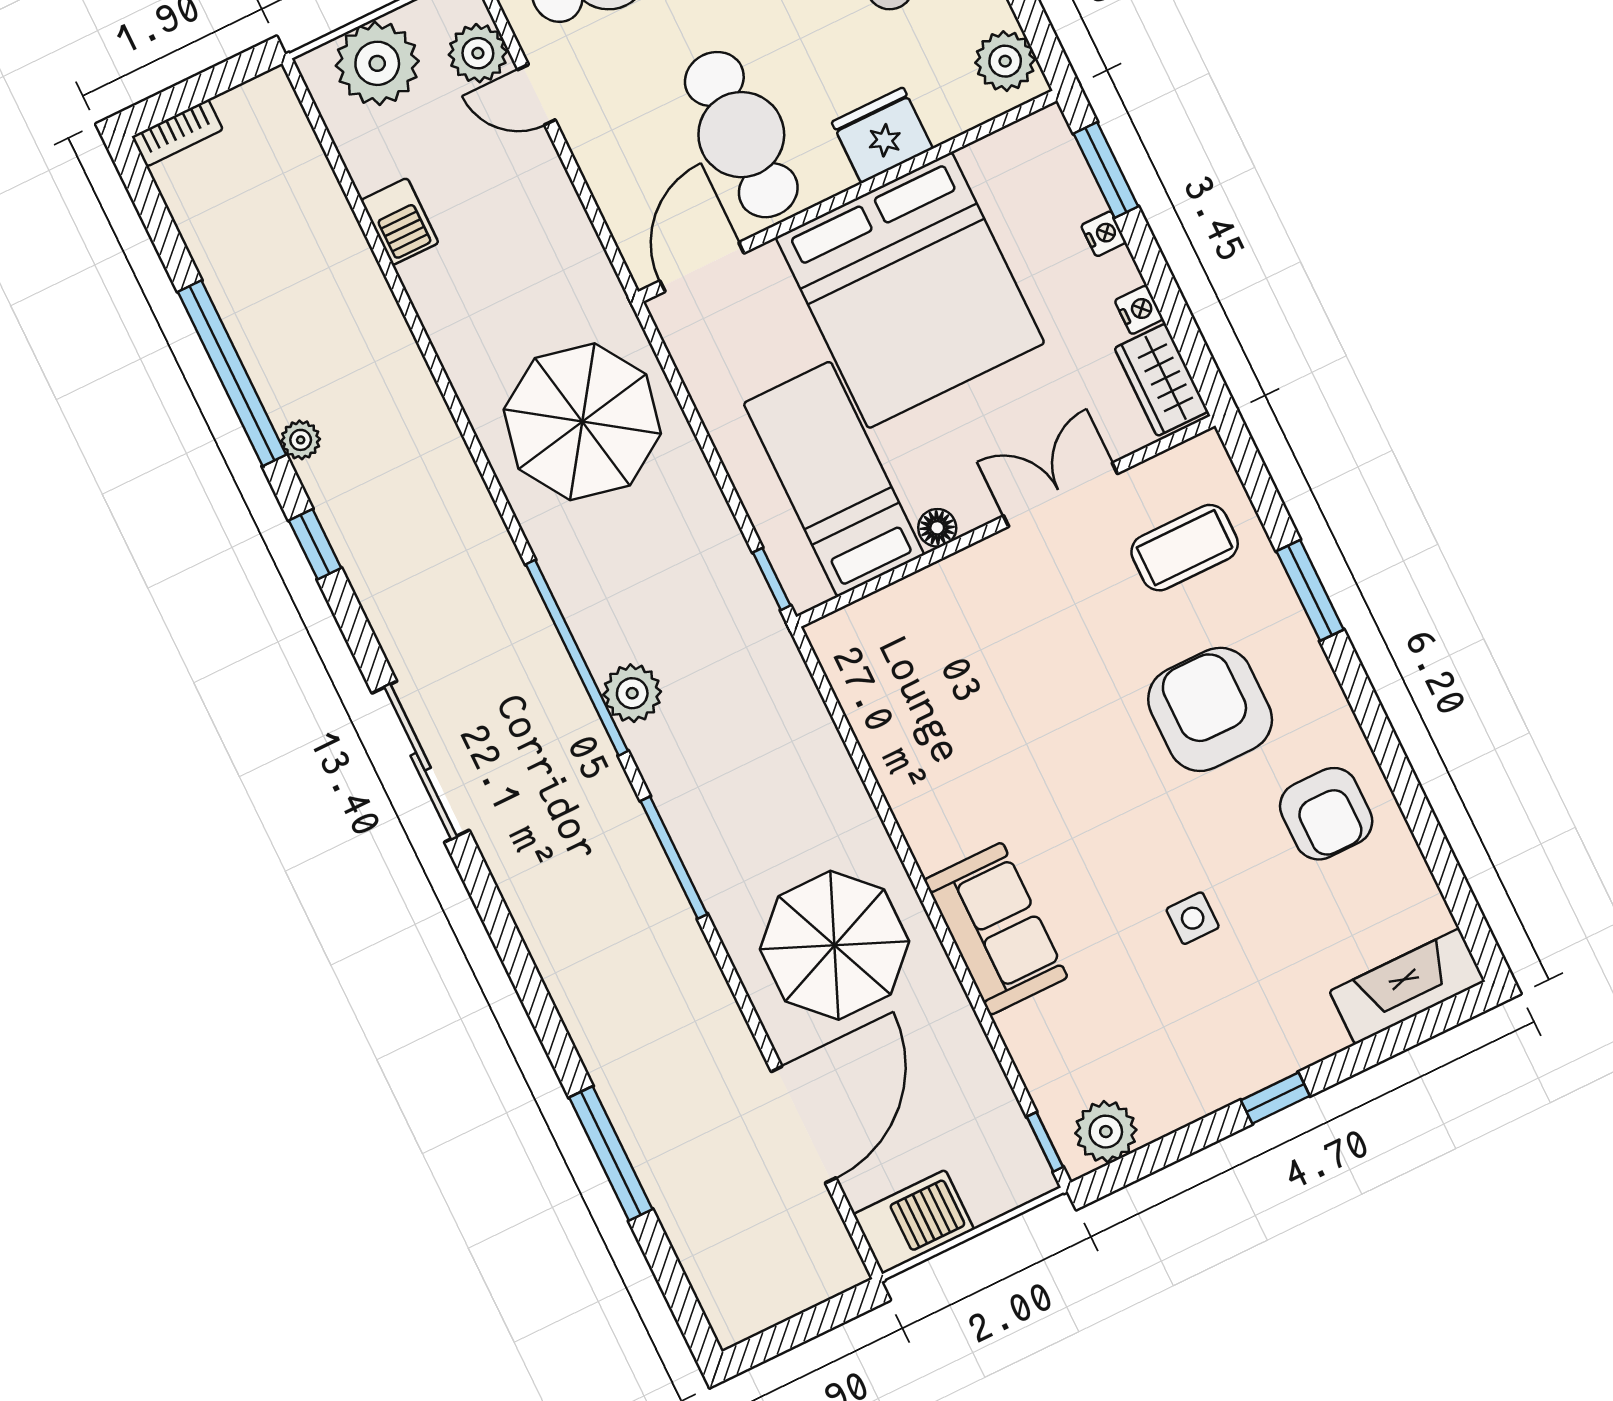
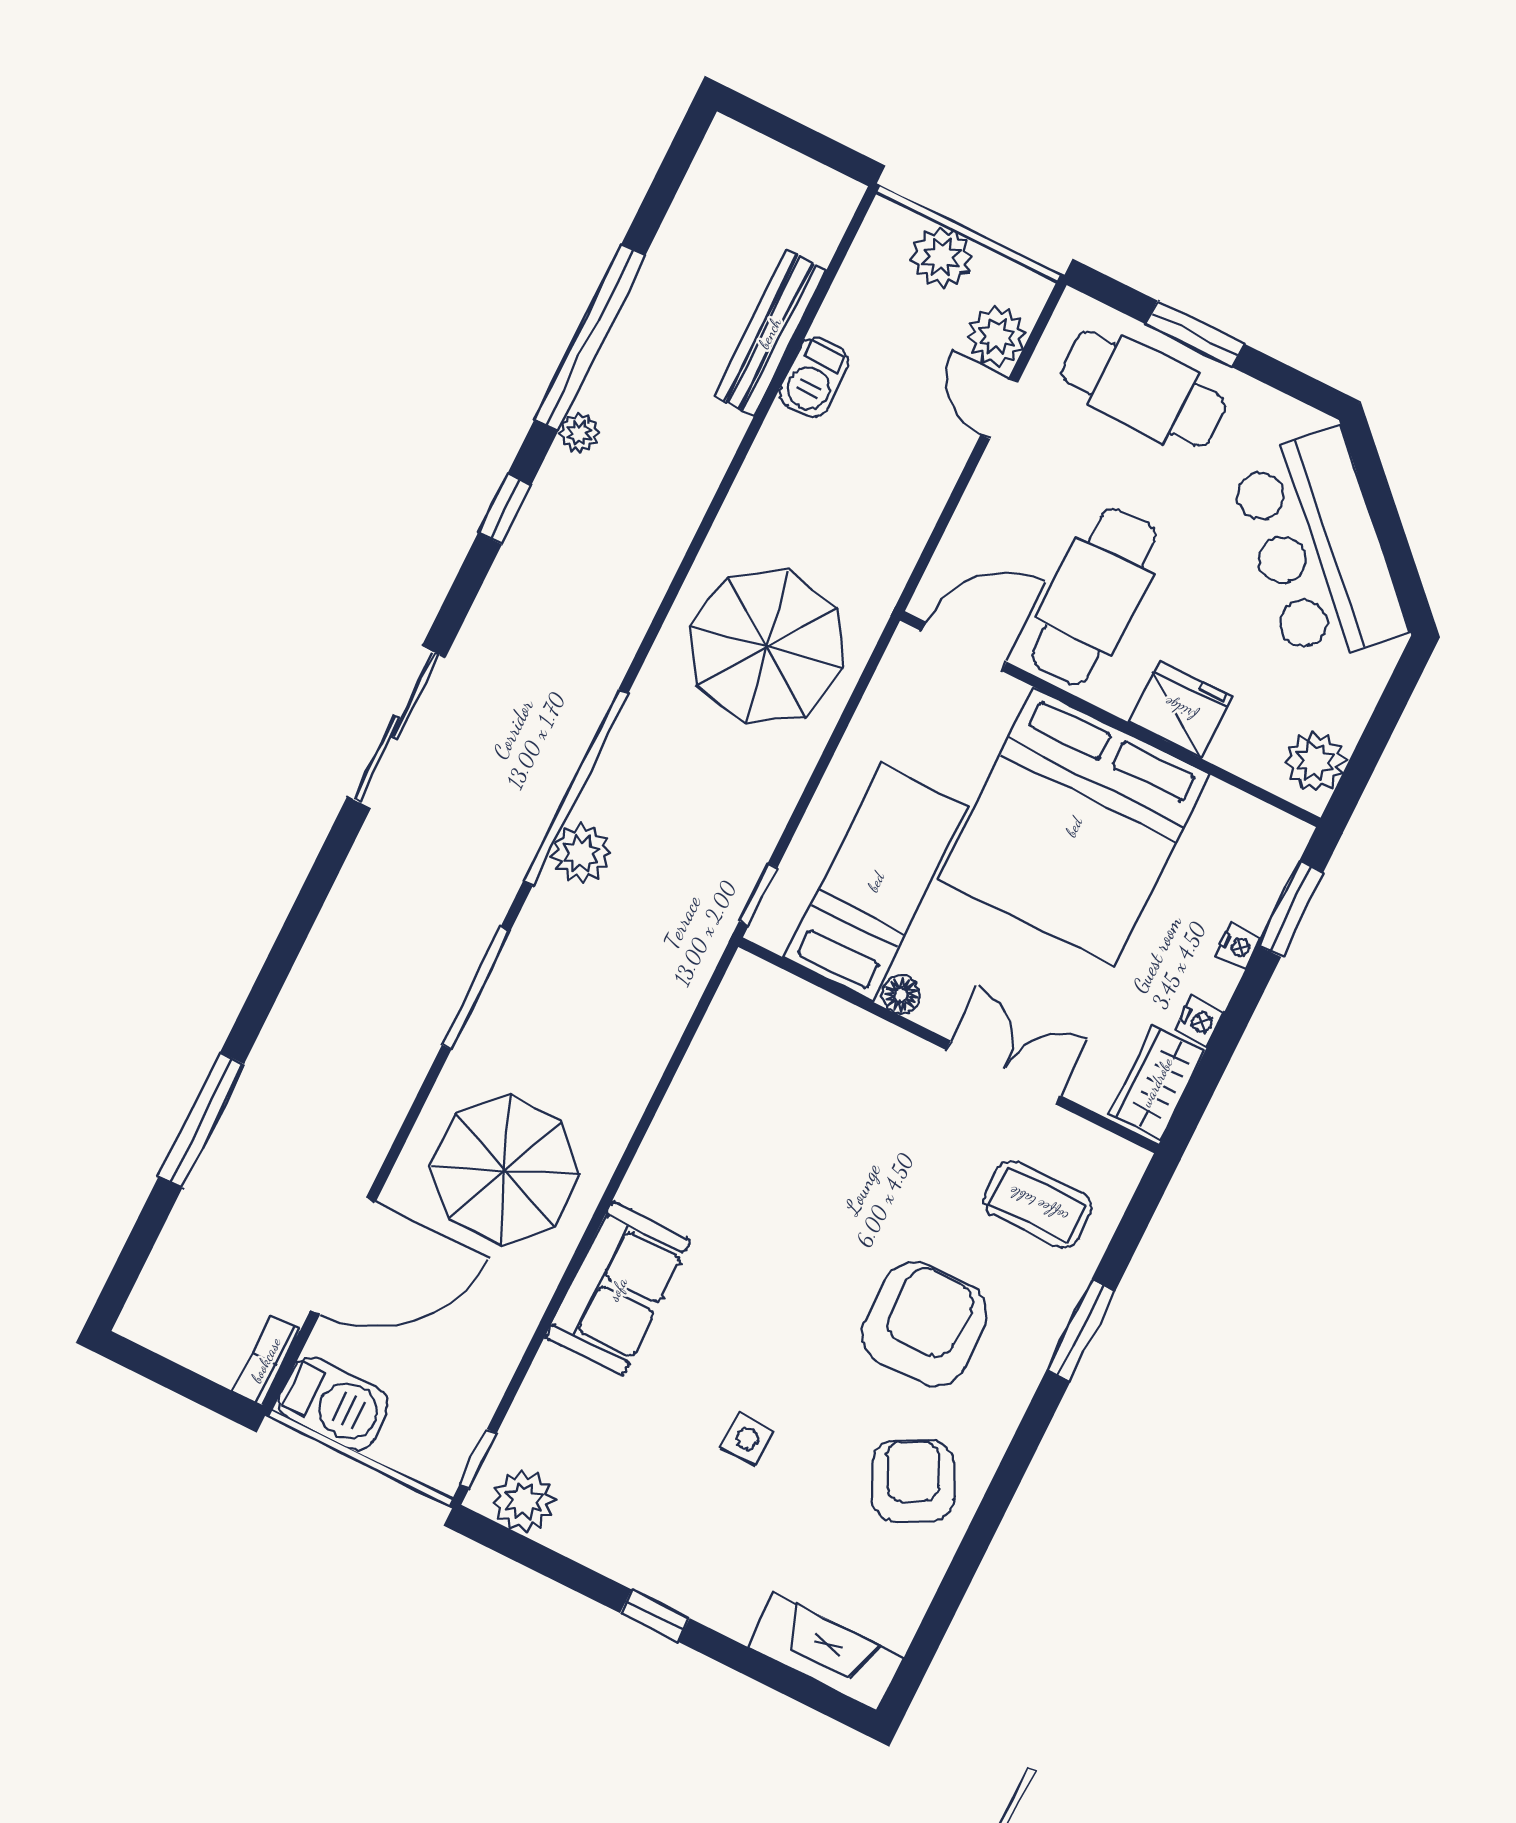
plant: (377, 63) -> (941, 257), width x0.73, depth x0.73
bookcase: (177, 133) -> (266, 1360), moved, turned 90
bench: (338, 229) -> (770, 333), added
armchair: (1326, 814) -> (913, 1481), turned 153

